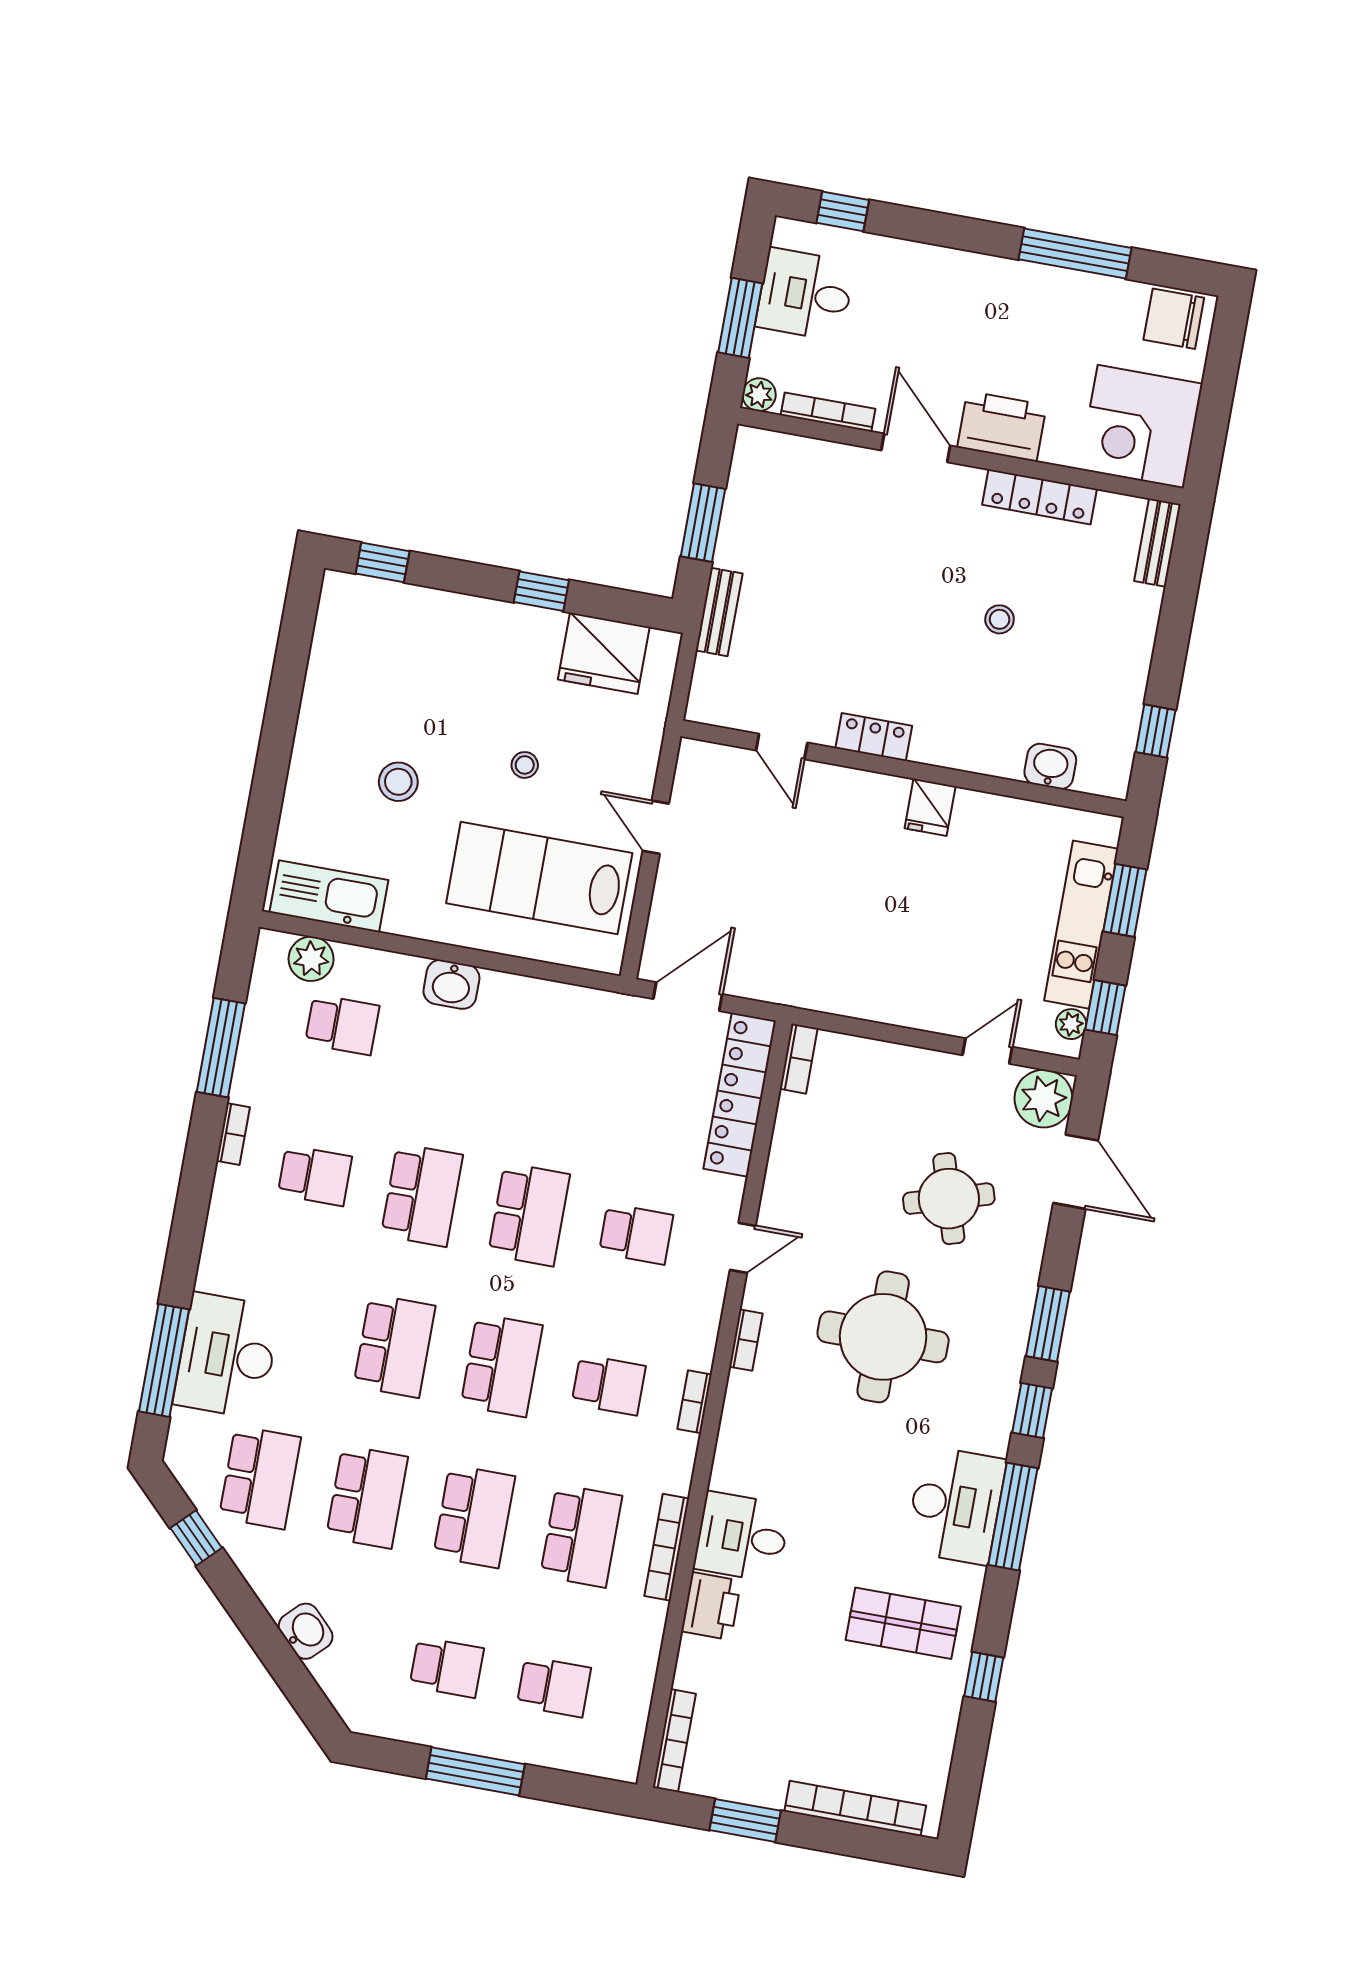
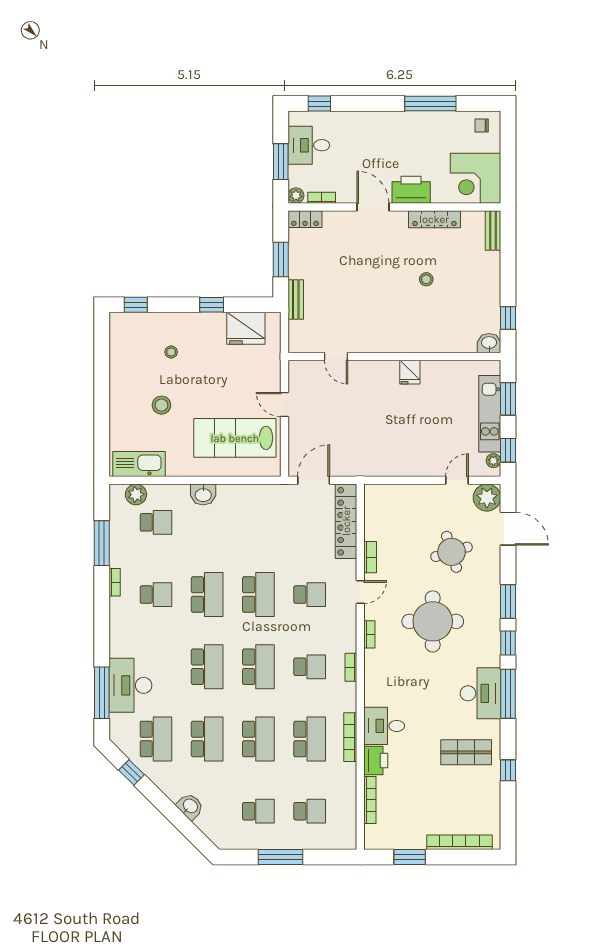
chair: (1174, 319) -> (482, 125), width x0.54, depth x0.54
bookcase: (828, 412) -> (322, 198), width x0.64
locker: (874, 737) -> (305, 219), moved, turned 180
stool: (525, 765) -> (171, 352), moved
washbasin: (1050, 766) -> (489, 343), moved
bookcase: (799, 1059) -> (370, 557), moved
bookcase: (674, 1741) -> (370, 800), moved

